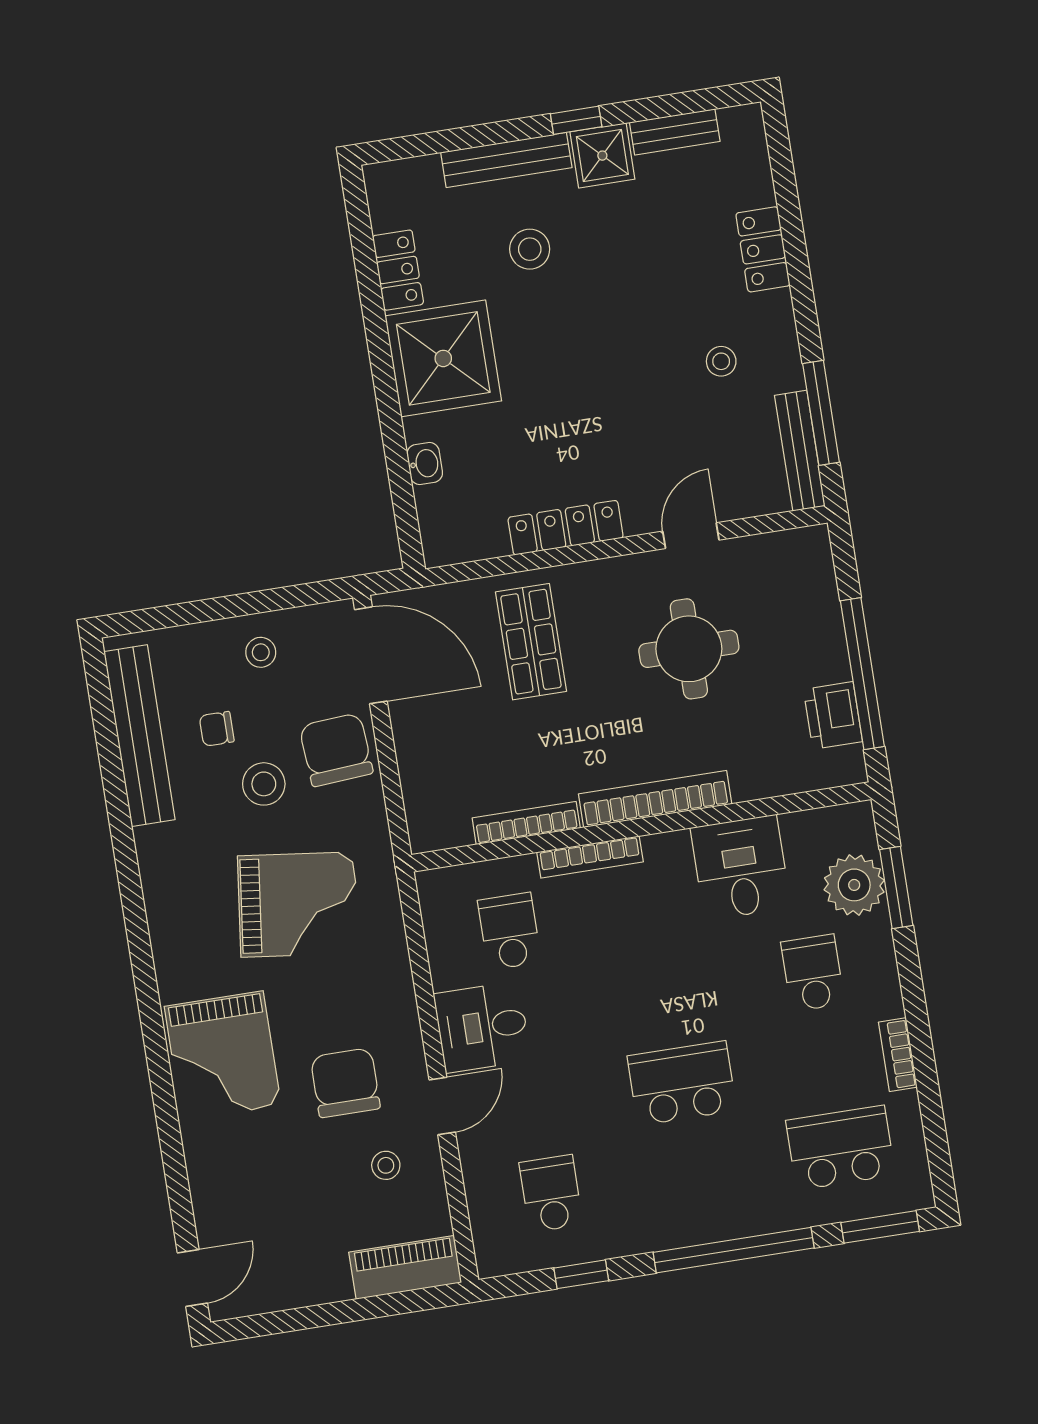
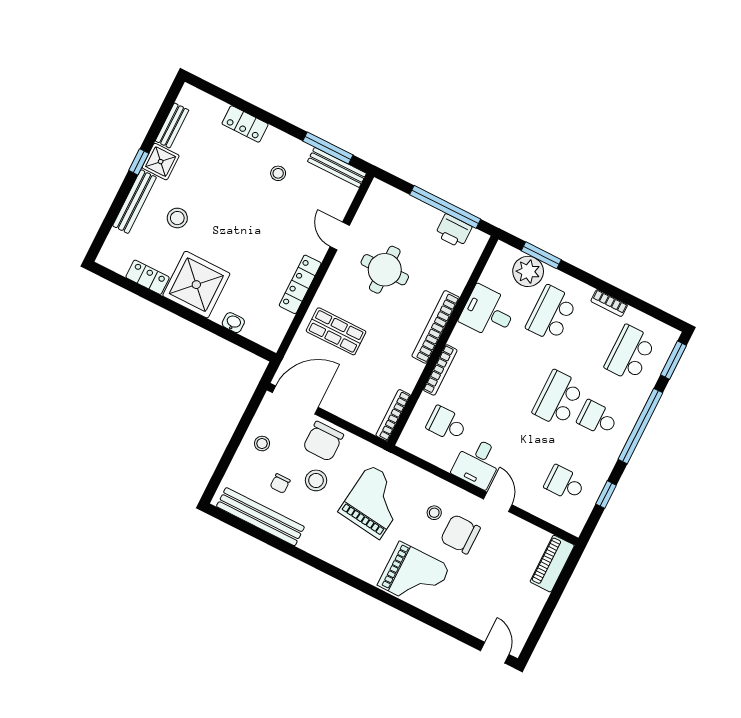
chair: (336, 750) -> (323, 441), turned -86
bookcase: (526, 823) -> (393, 415), moved
school desk: (813, 973) -> (551, 314), width x1.85
stool: (386, 1165) -> (434, 513), moved
school desk: (696, 1171) -> (597, 418), added

